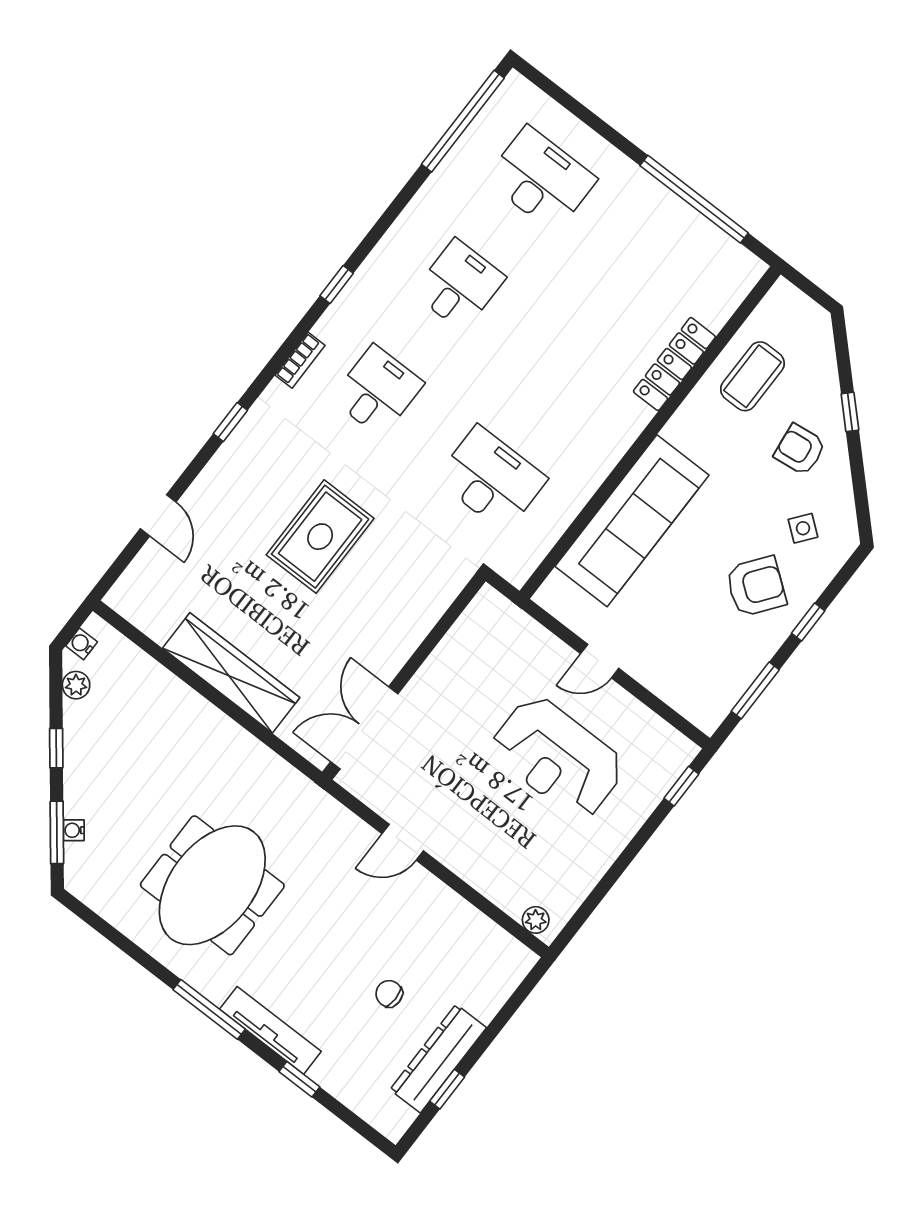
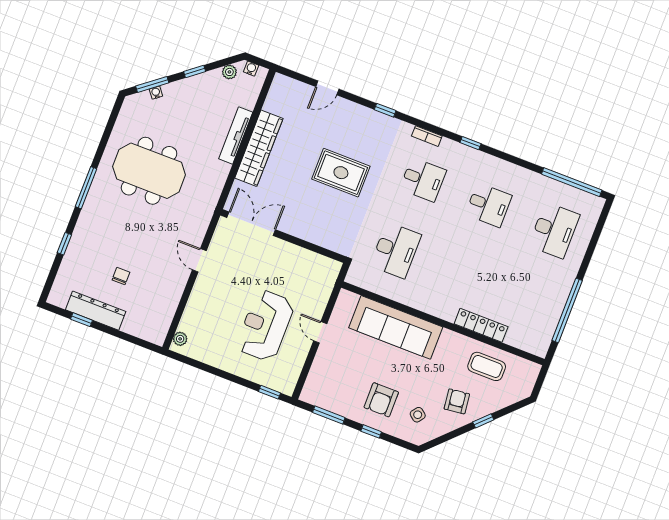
armchair: (756, 586) -> (381, 400), turned 53
tv unit: (270, 1030) -> (236, 135), moved, turned 180

